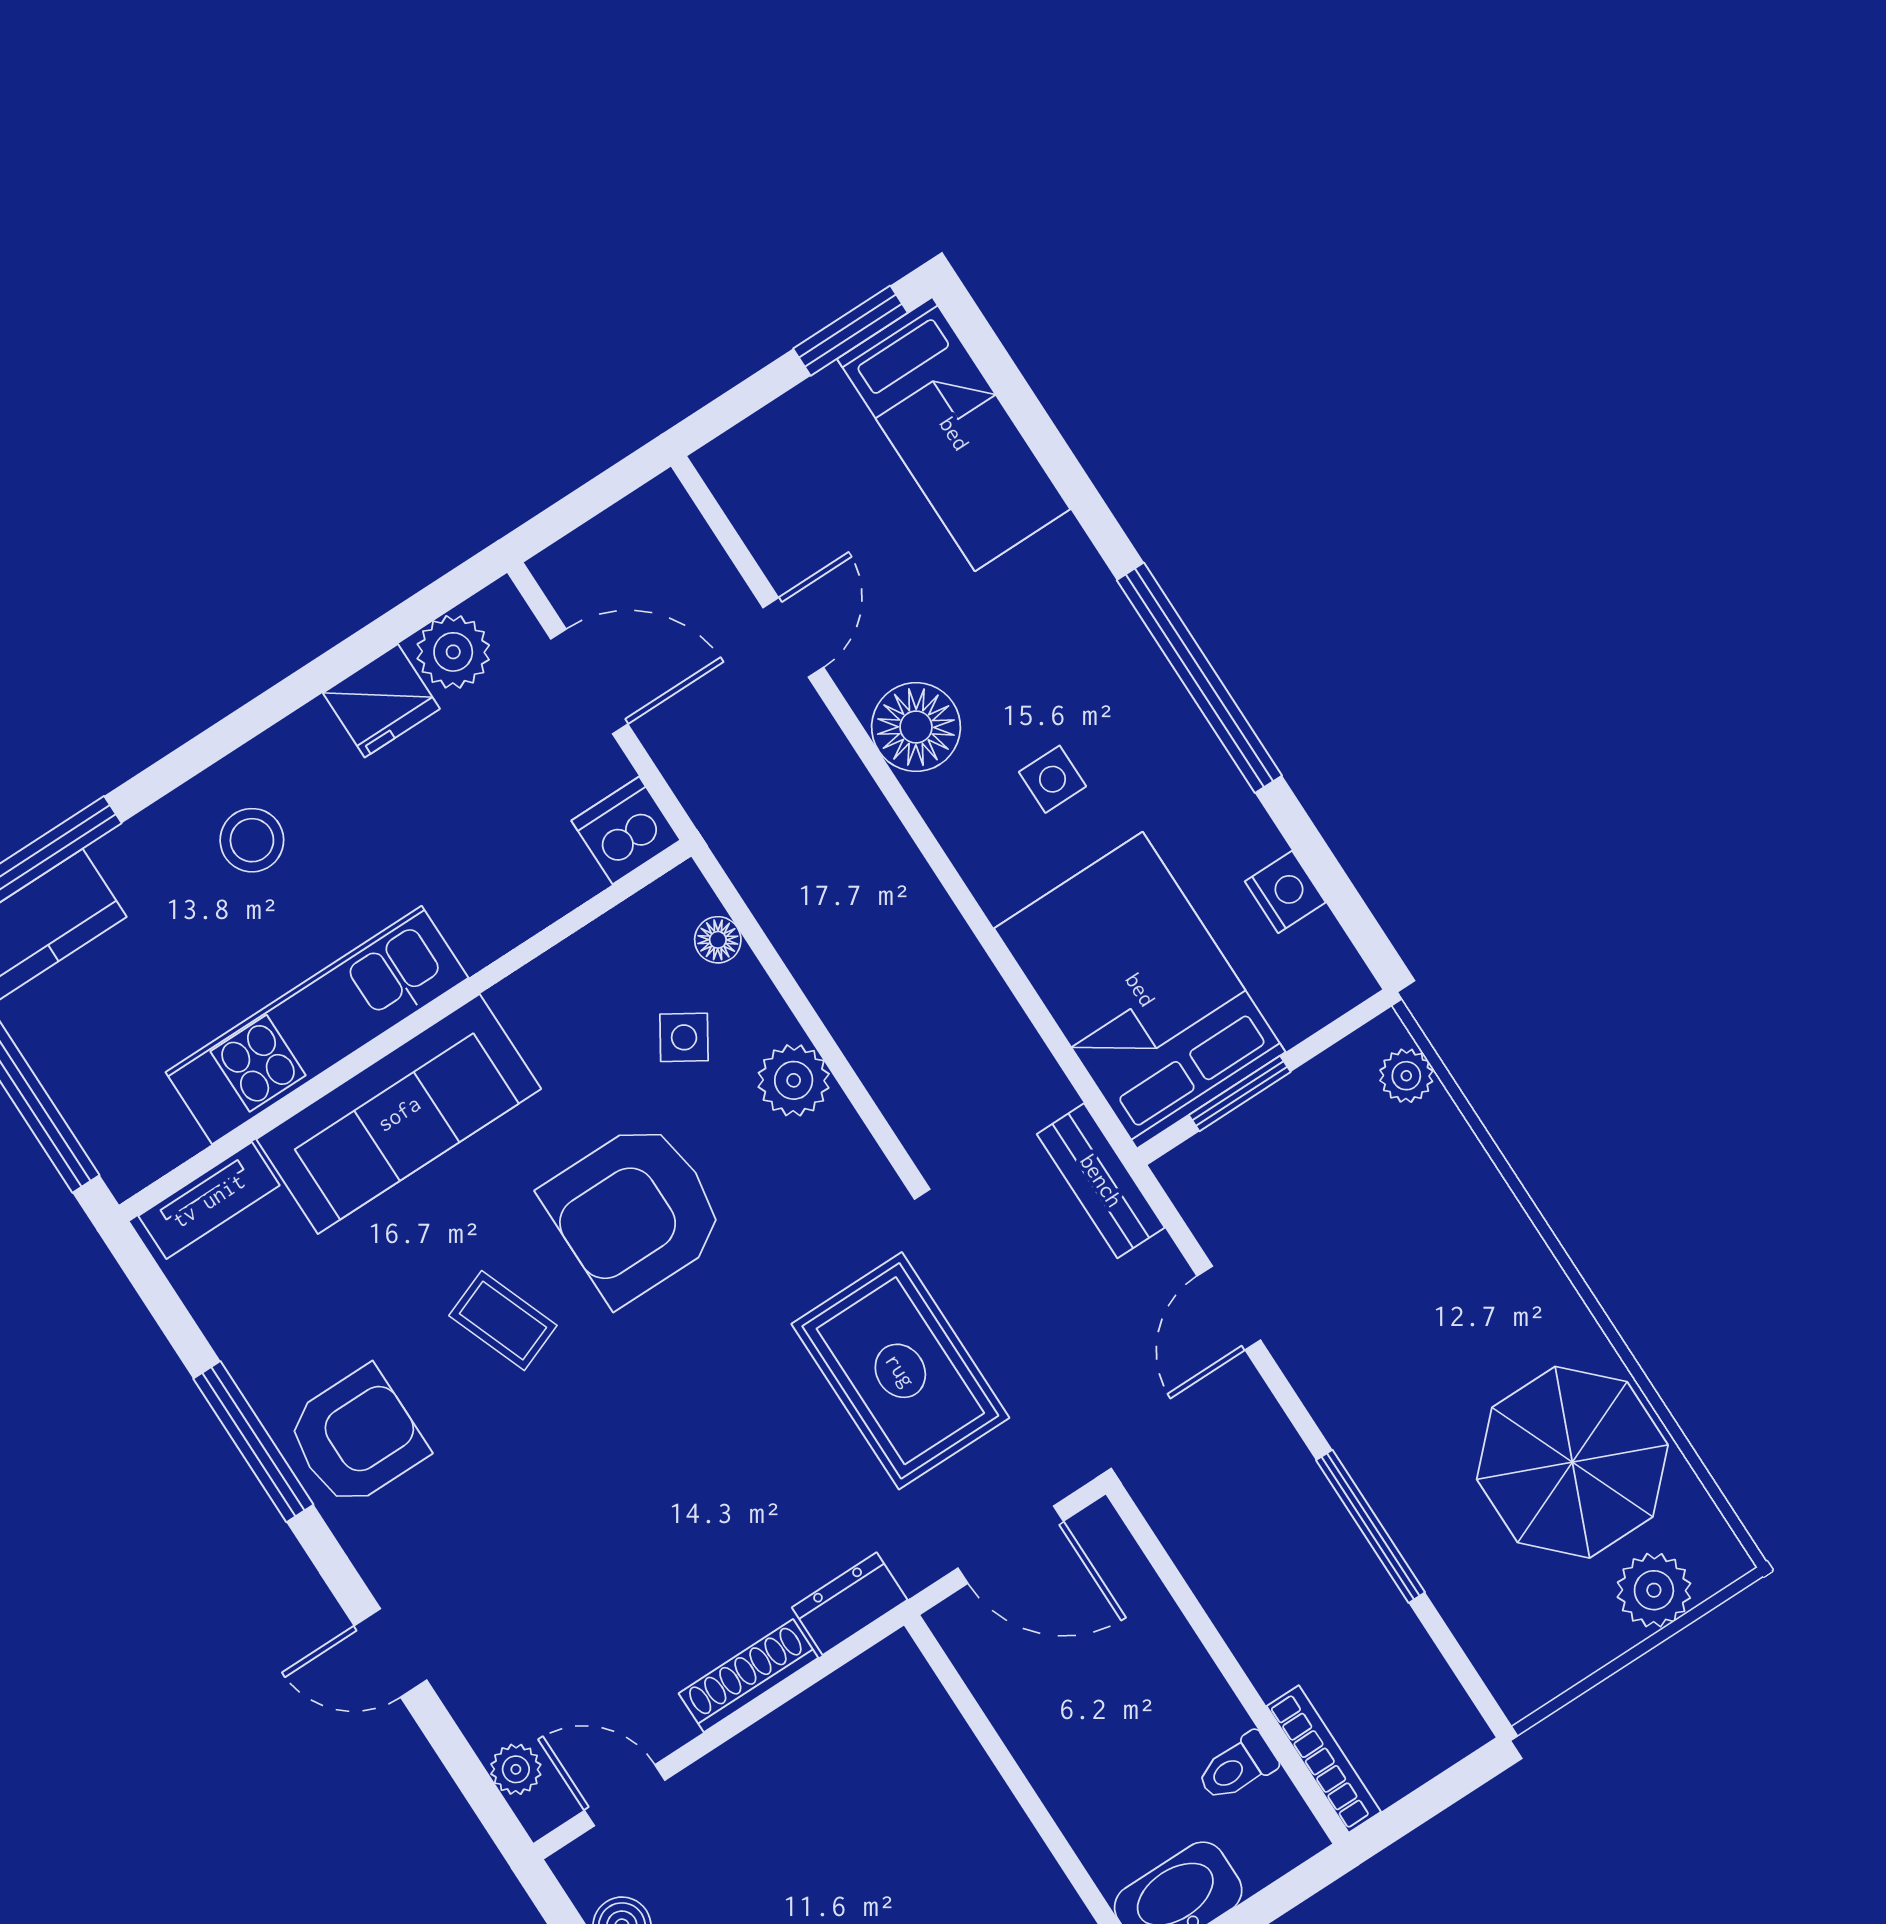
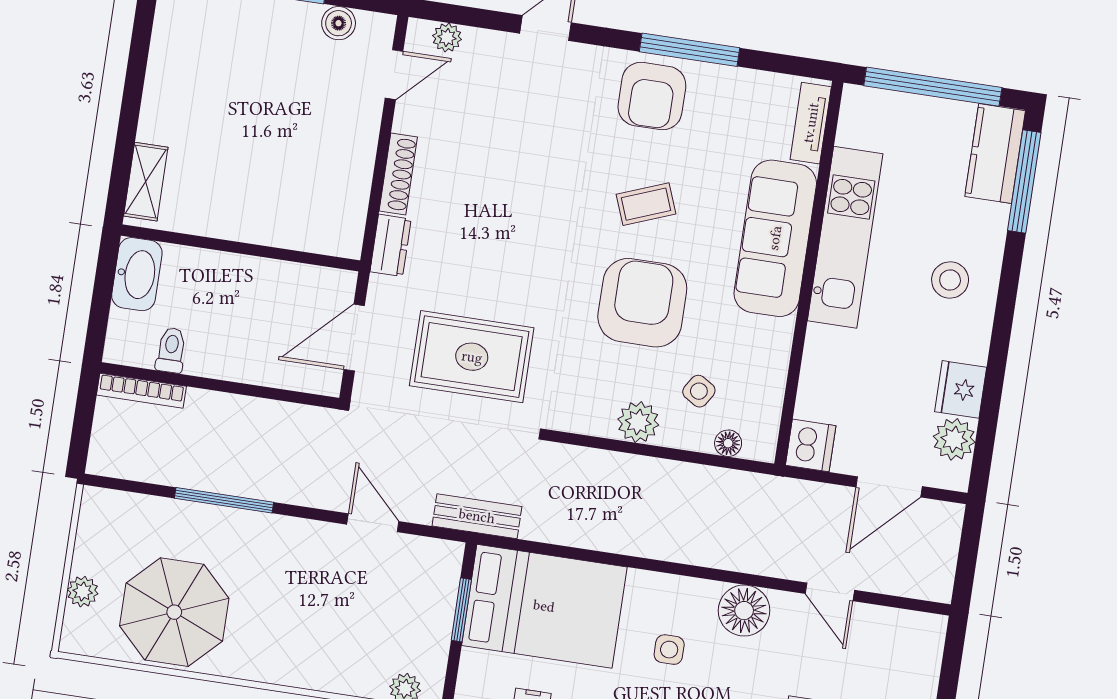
plant: (1654, 1590) -> (83, 592), width x0.73, depth x0.73

